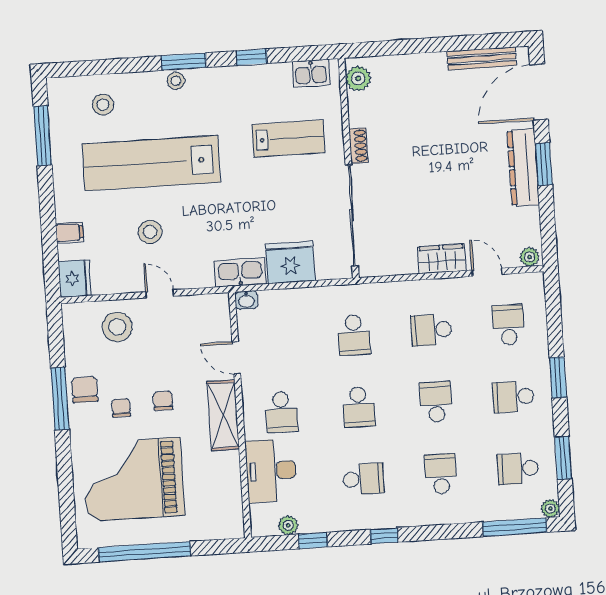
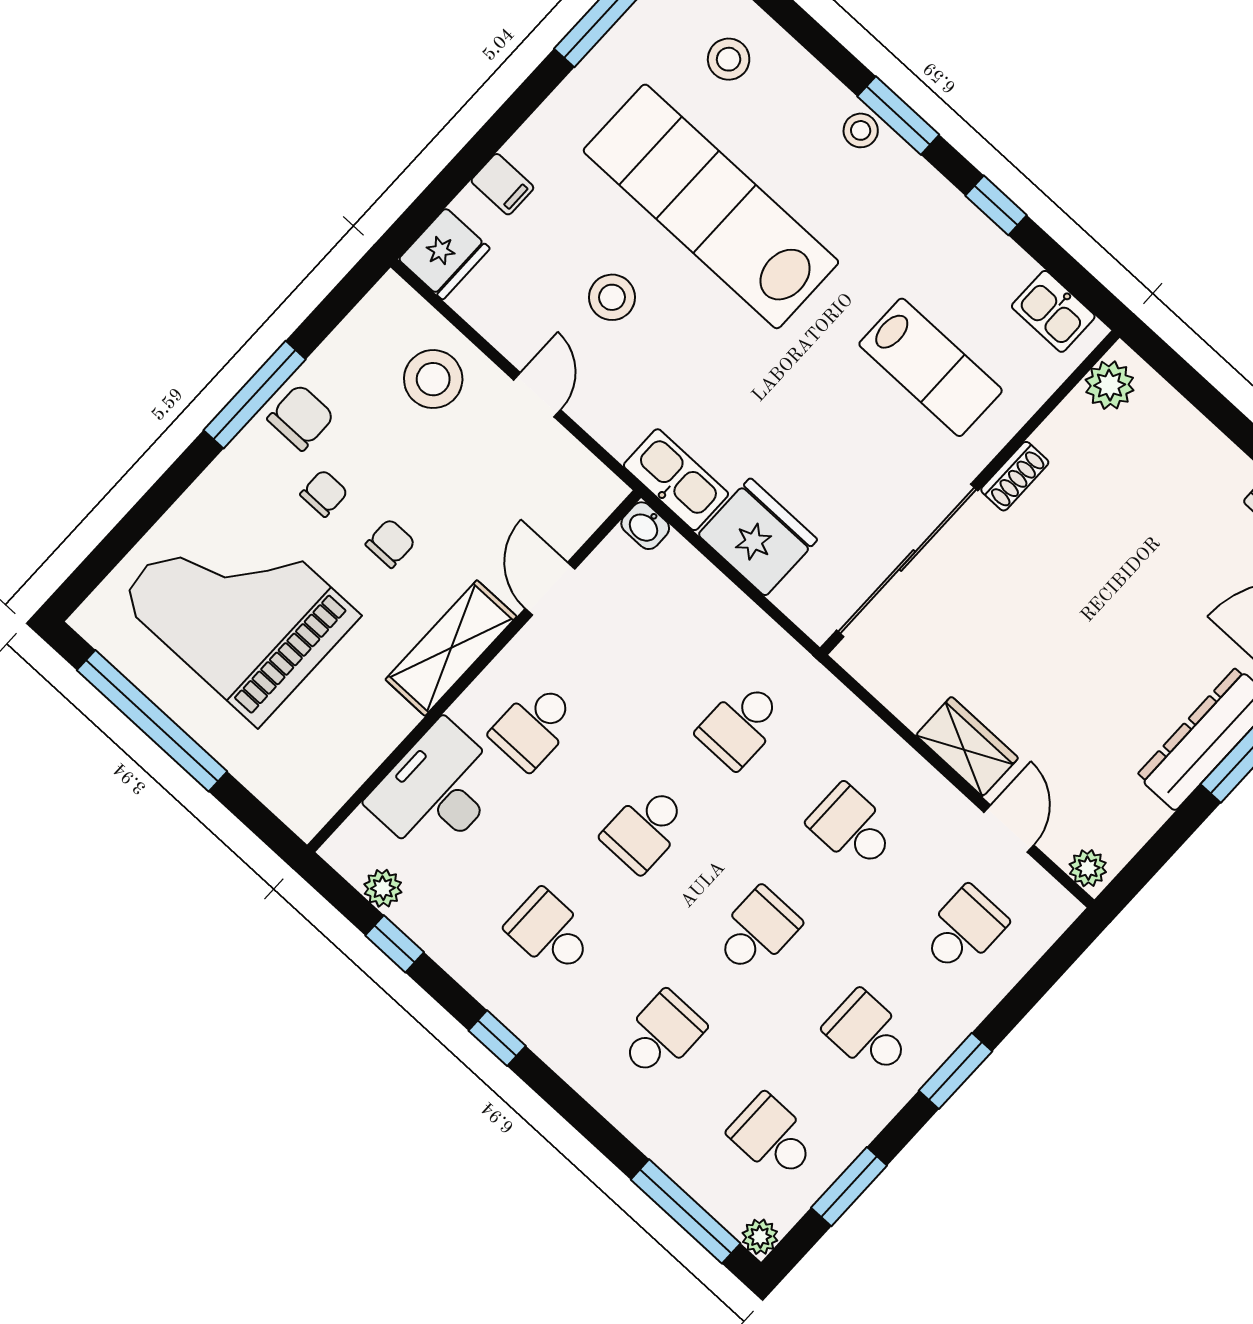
school desk: (363, 479) -> (550, 932), turned 180

